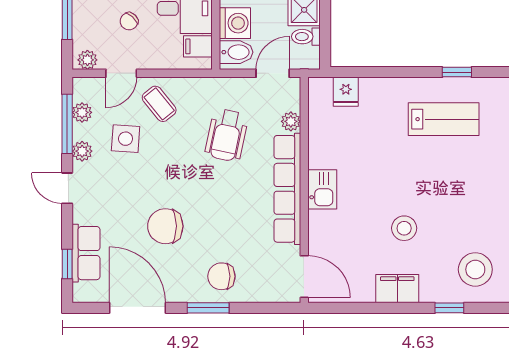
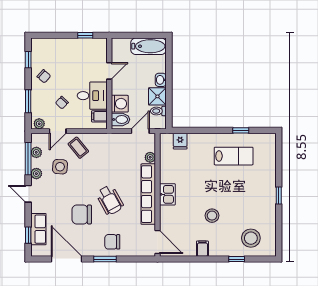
wheelchair: (227, 135) -> (110, 200), moved, turned -41
filing cabinet: (397, 289) -> (202, 249), width x0.50

